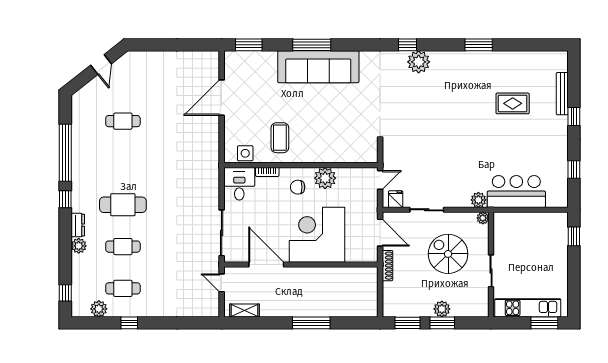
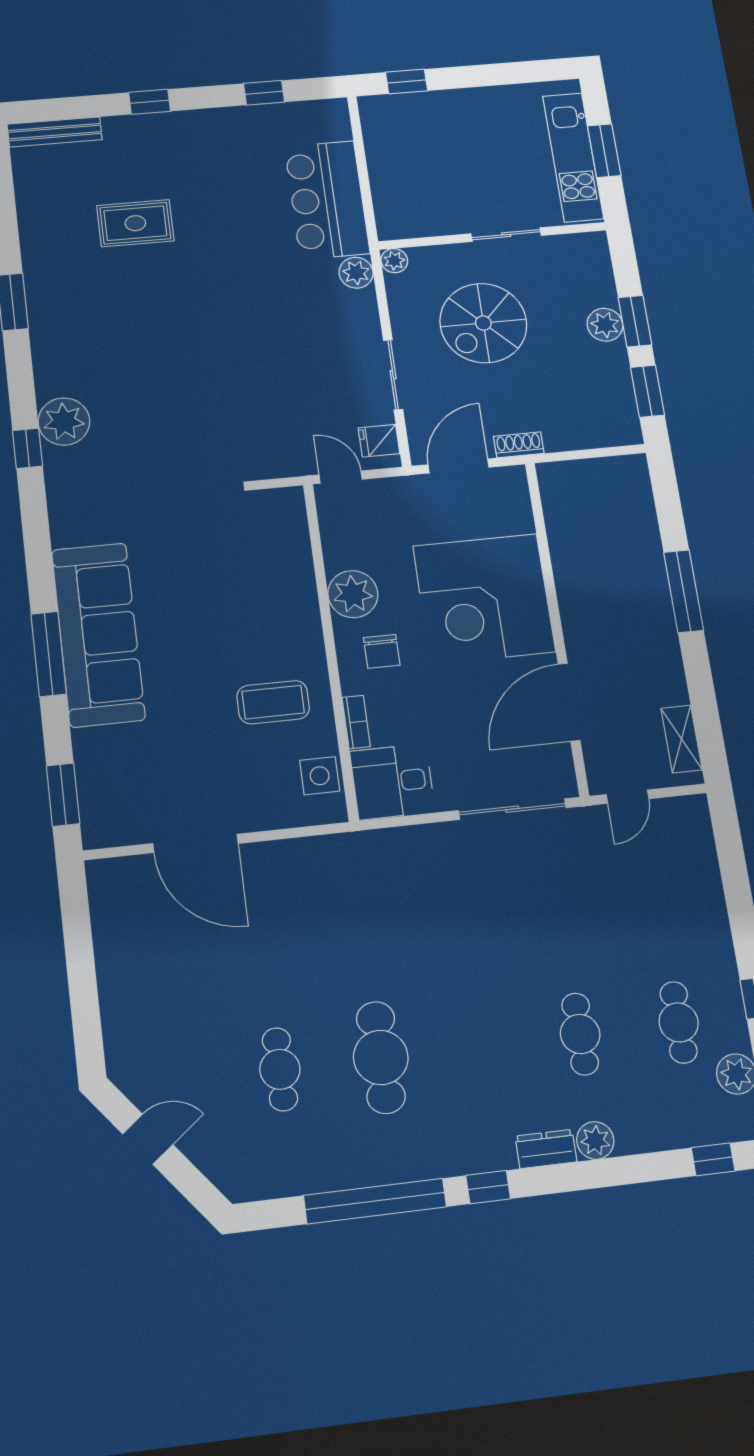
bench: (562, 94) -> (55, 132), moved
rug: (513, 103) -> (135, 223), turned 90
cafe table: (123, 205) -> (381, 1057), moved
shoe rack: (387, 266) -> (519, 445), width x0.70
window: (544, 323) -> (604, 151), moved

